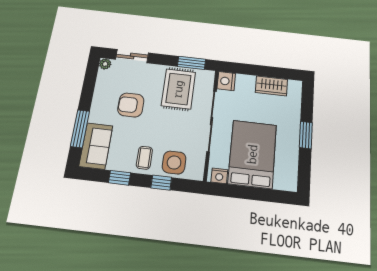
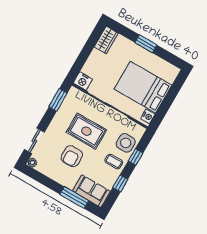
wardrobe: (271, 86) -> (106, 40), moved
rug: (178, 89) -> (86, 131), moved

